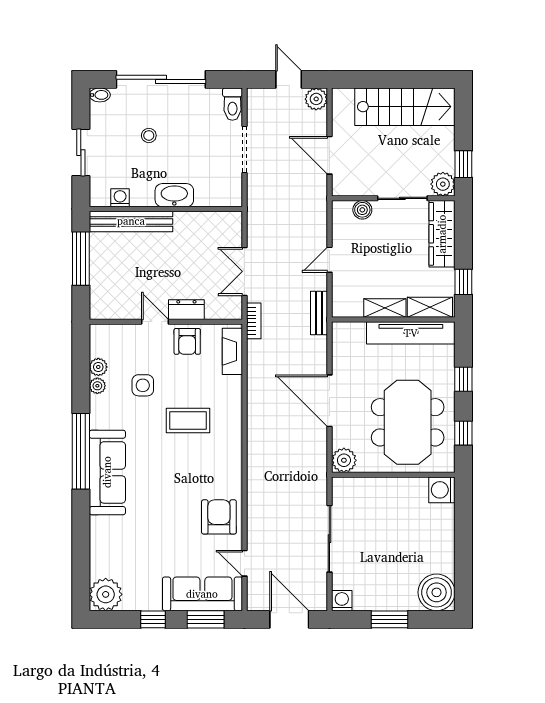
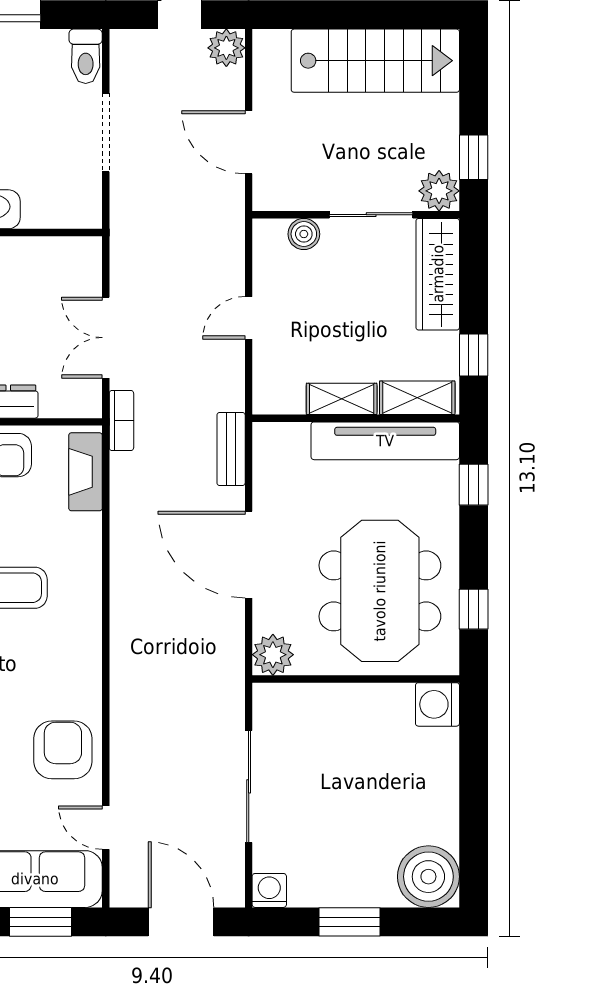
bench: (319, 313) -> (231, 449), moved
window: (463, 379) -> (474, 485), moved

